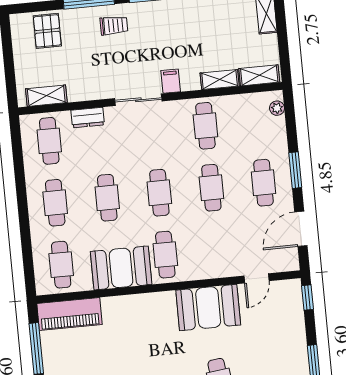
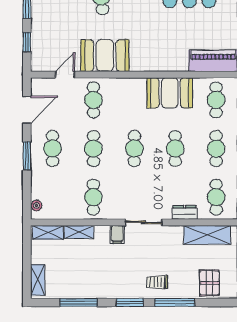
shelving: (46, 96) -> (207, 235), width x1.50, depth x1.33
cafe table: (165, 255) -> (93, 100), moved
window: (307, 297) -> (27, 42), moved

